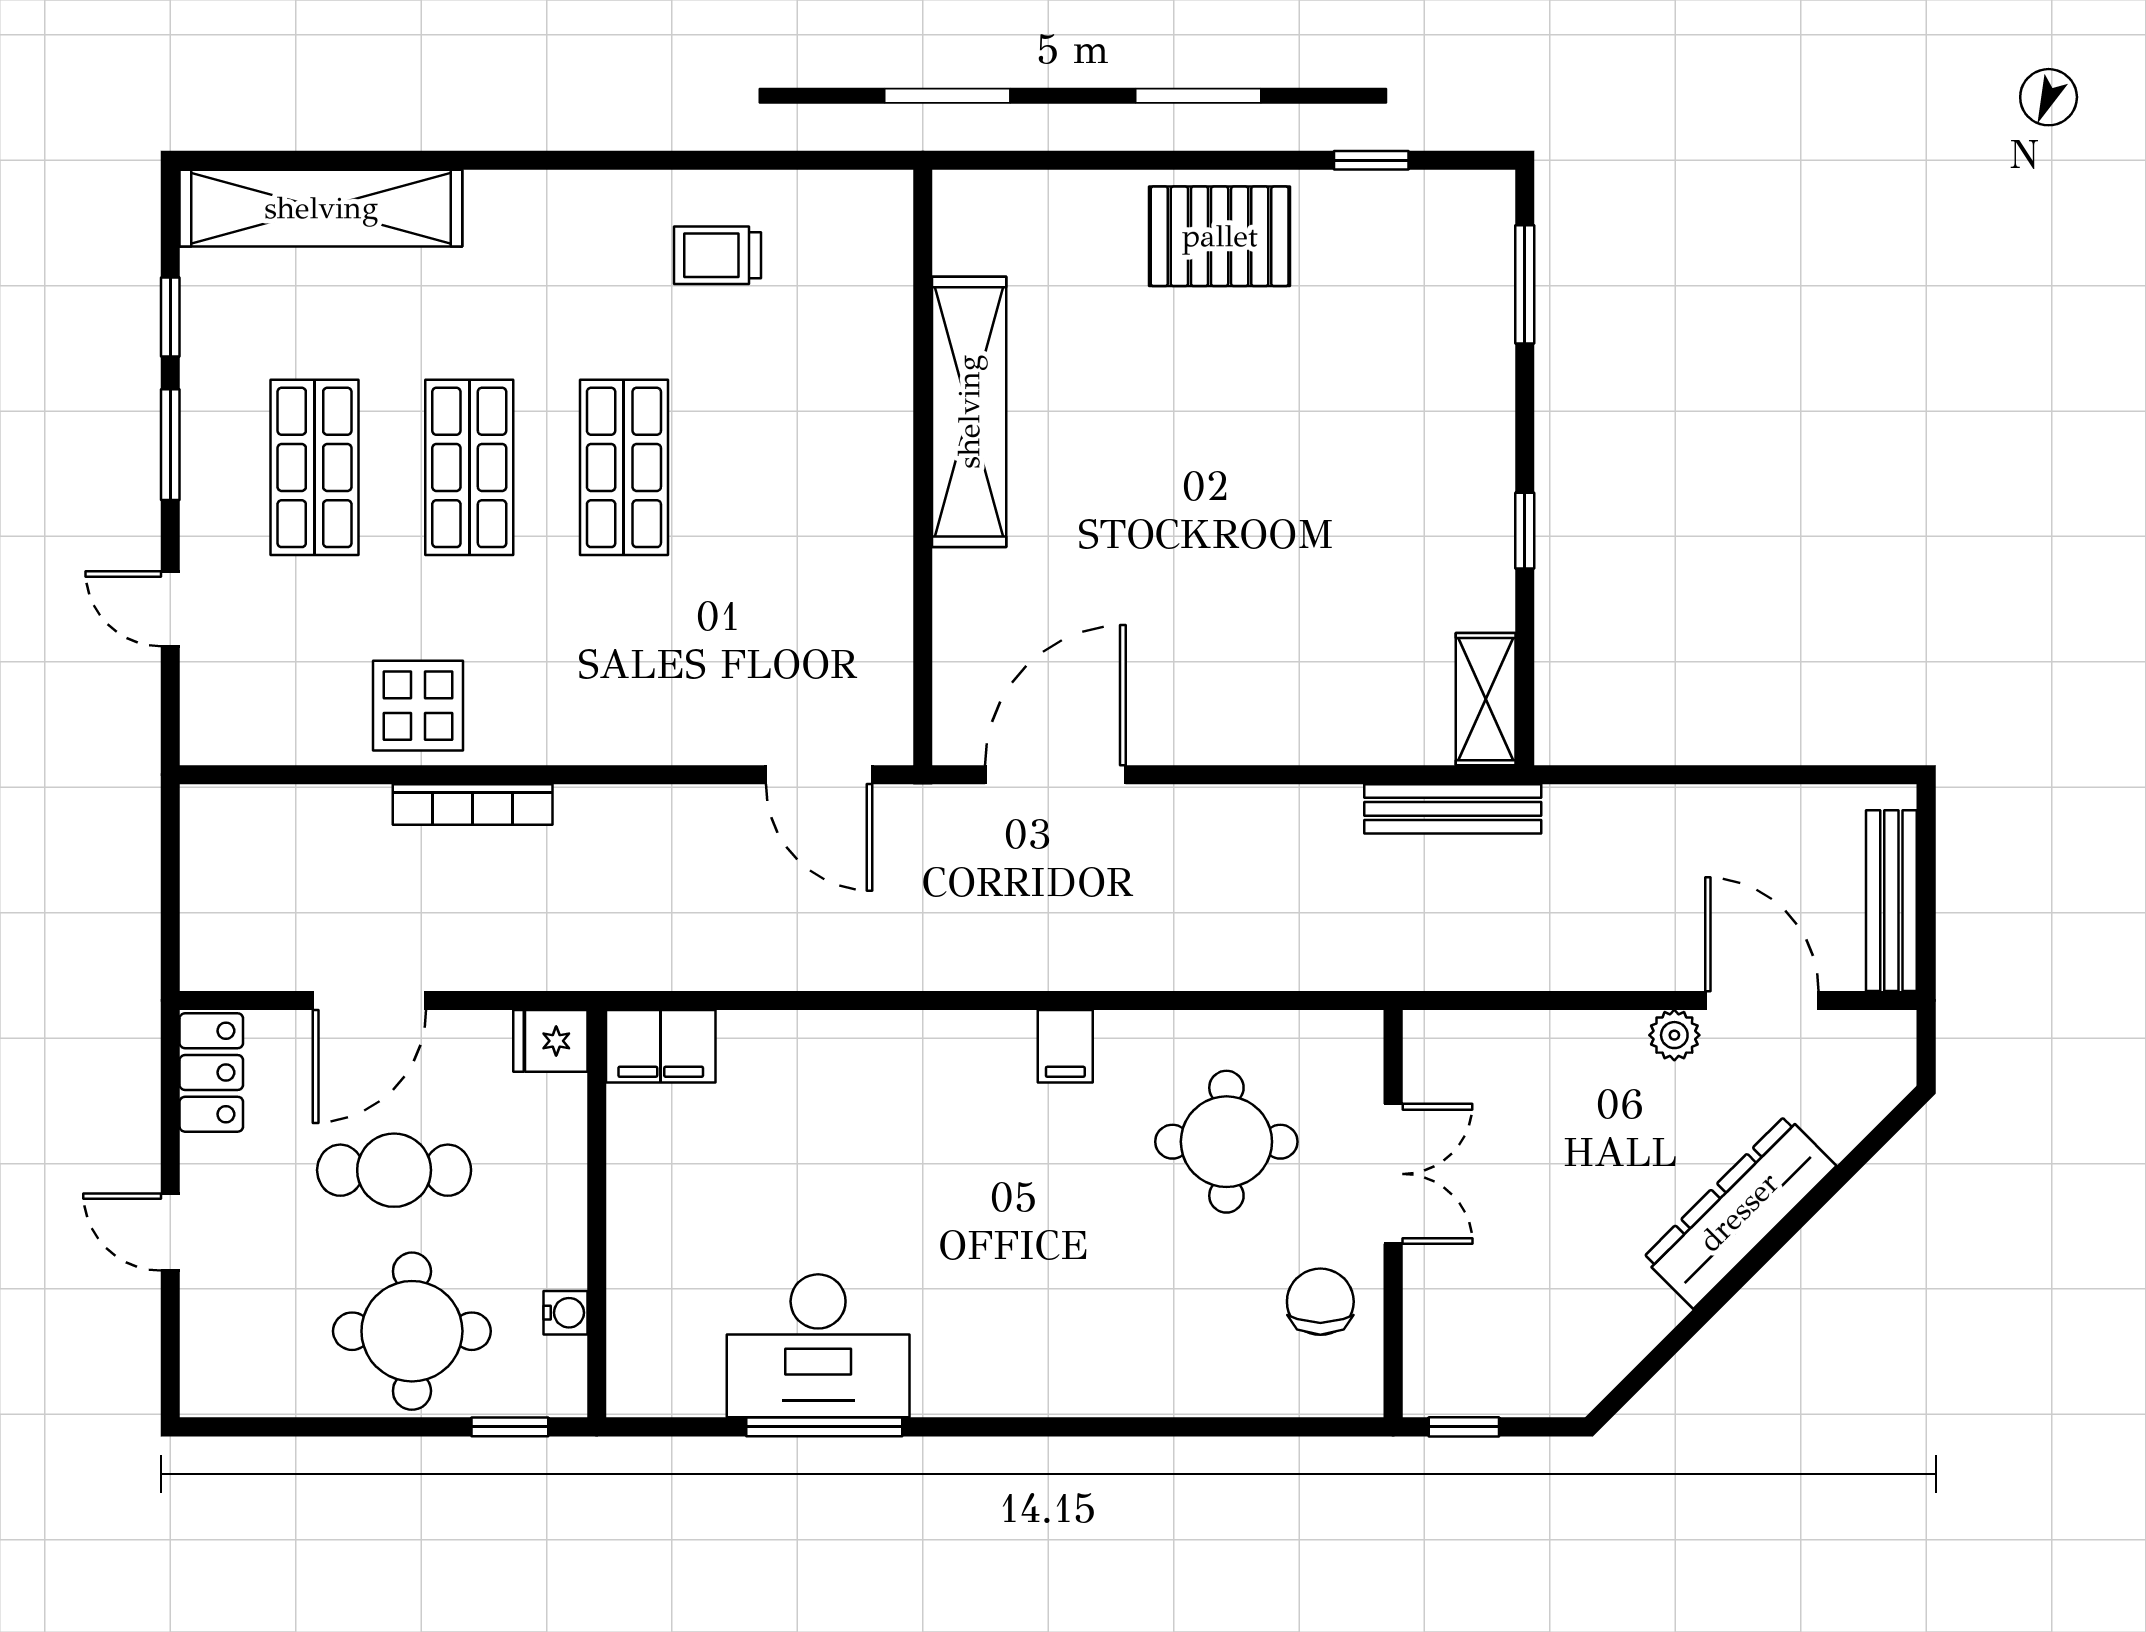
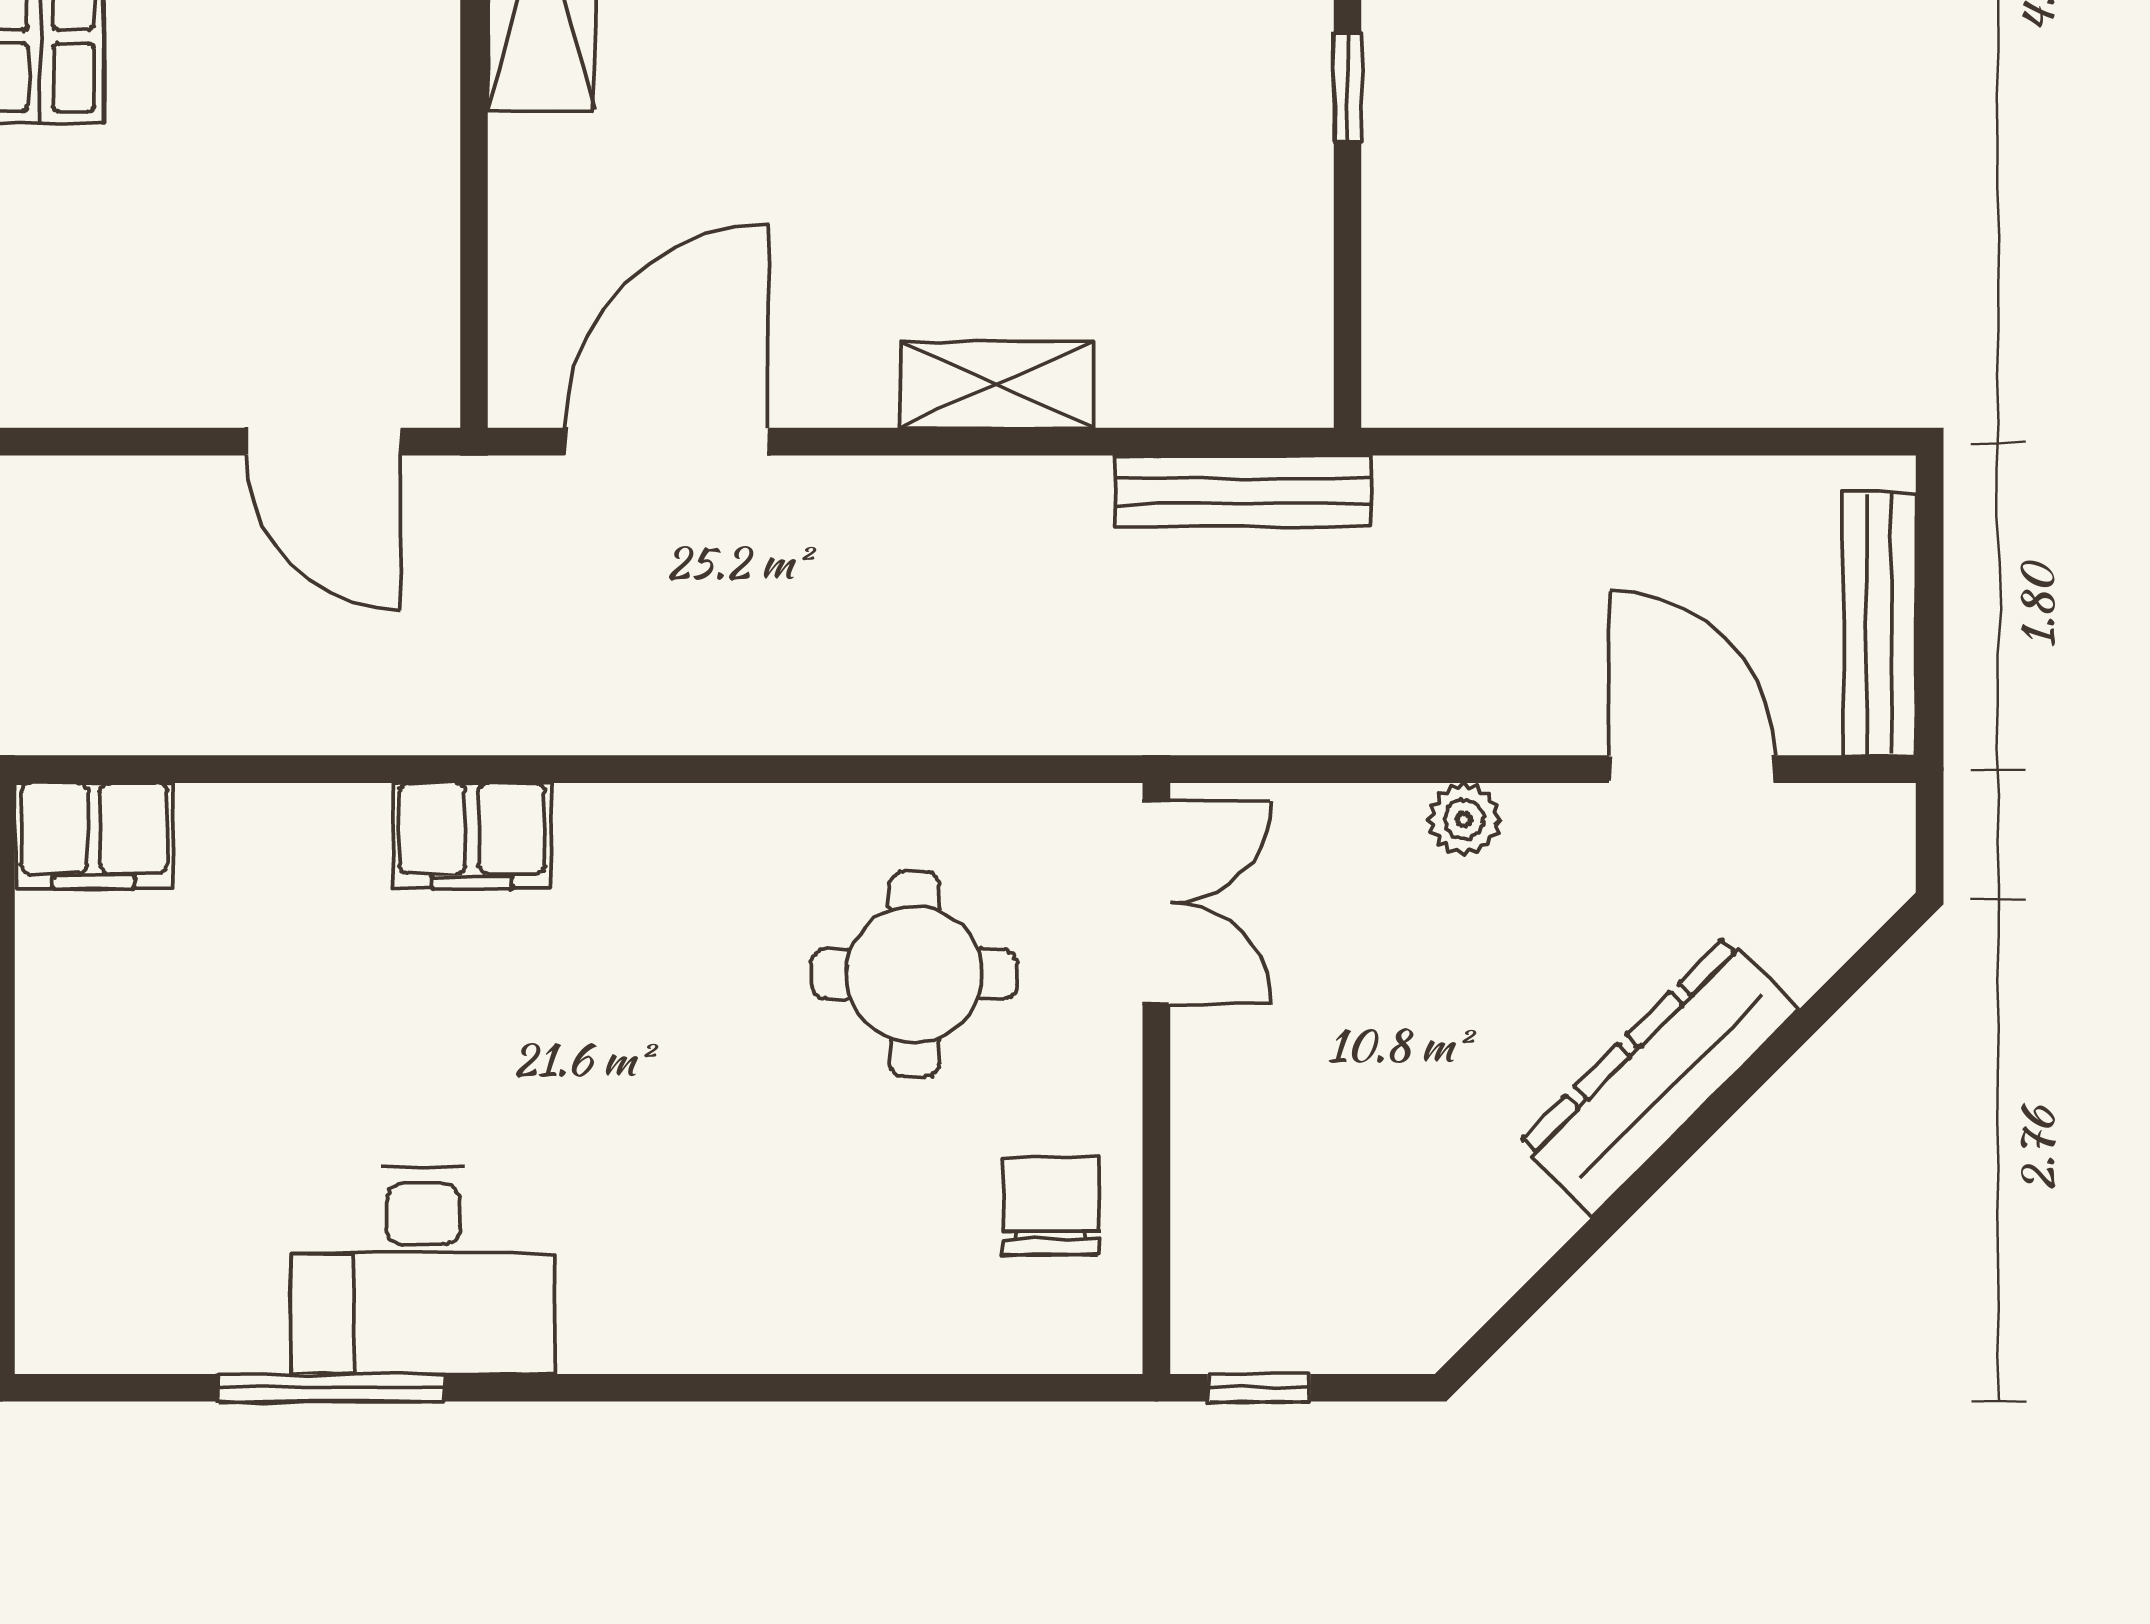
shelving: (1486, 699) -> (997, 385), moved, turned 90
plant: (1674, 1035) -> (1464, 819), moved
filing cabinet: (1065, 1046) -> (472, 836), moved, width x2.00
double door: (1393, 1174) -> (1156, 903), moved
desk: (818, 1346) -> (423, 1270), moved

